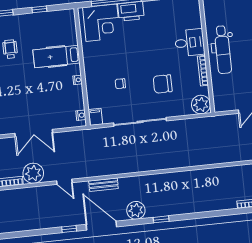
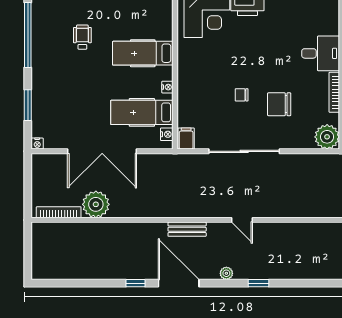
chair: (120, 84) -> (242, 95), moved
hospital bed: (61, 101) -> (142, 112), added
double door: (34, 133) -> (102, 151), width x1.36
door: (64, 182) -> (242, 220), moved
plant: (136, 210) -> (226, 273), width x0.53, depth x0.53

